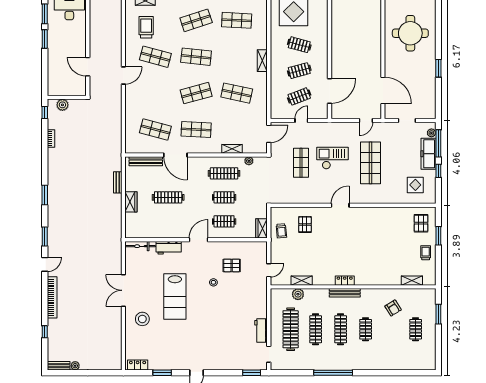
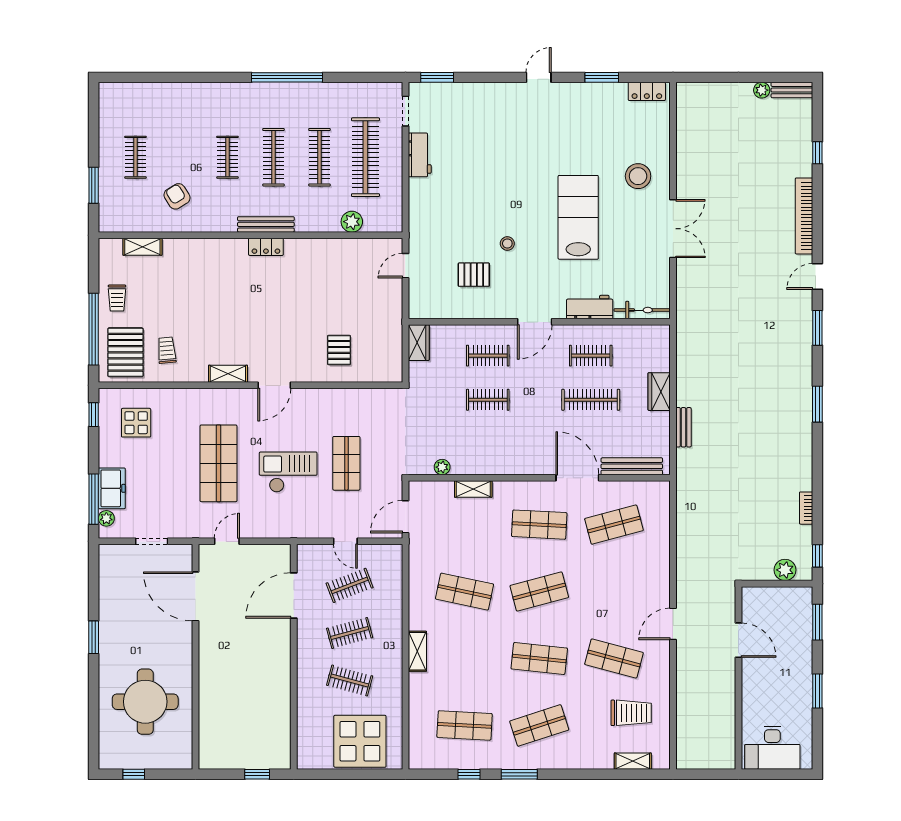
window: (45, 14) -> (817, 622), moved
trolley: (146, 27) -> (631, 713), turned -90
door: (301, 120) -> (345, 541), hinge flipped
shop shelf: (155, 130) -> (614, 525), turned -30
freezer: (428, 154) -> (112, 488), width x0.71
checkout: (333, 158) -> (288, 472), turned 180
window: (438, 171) -> (94, 415), moved
clothes rail: (224, 173) -> (591, 356), moved, width x0.73
pallet: (421, 223) -> (125, 352), width x1.50, depth x1.42
trolley: (281, 231) -> (167, 350), moved
window: (438, 236) -> (94, 329), width x2.11
shelving: (302, 281) -> (228, 374), moved

